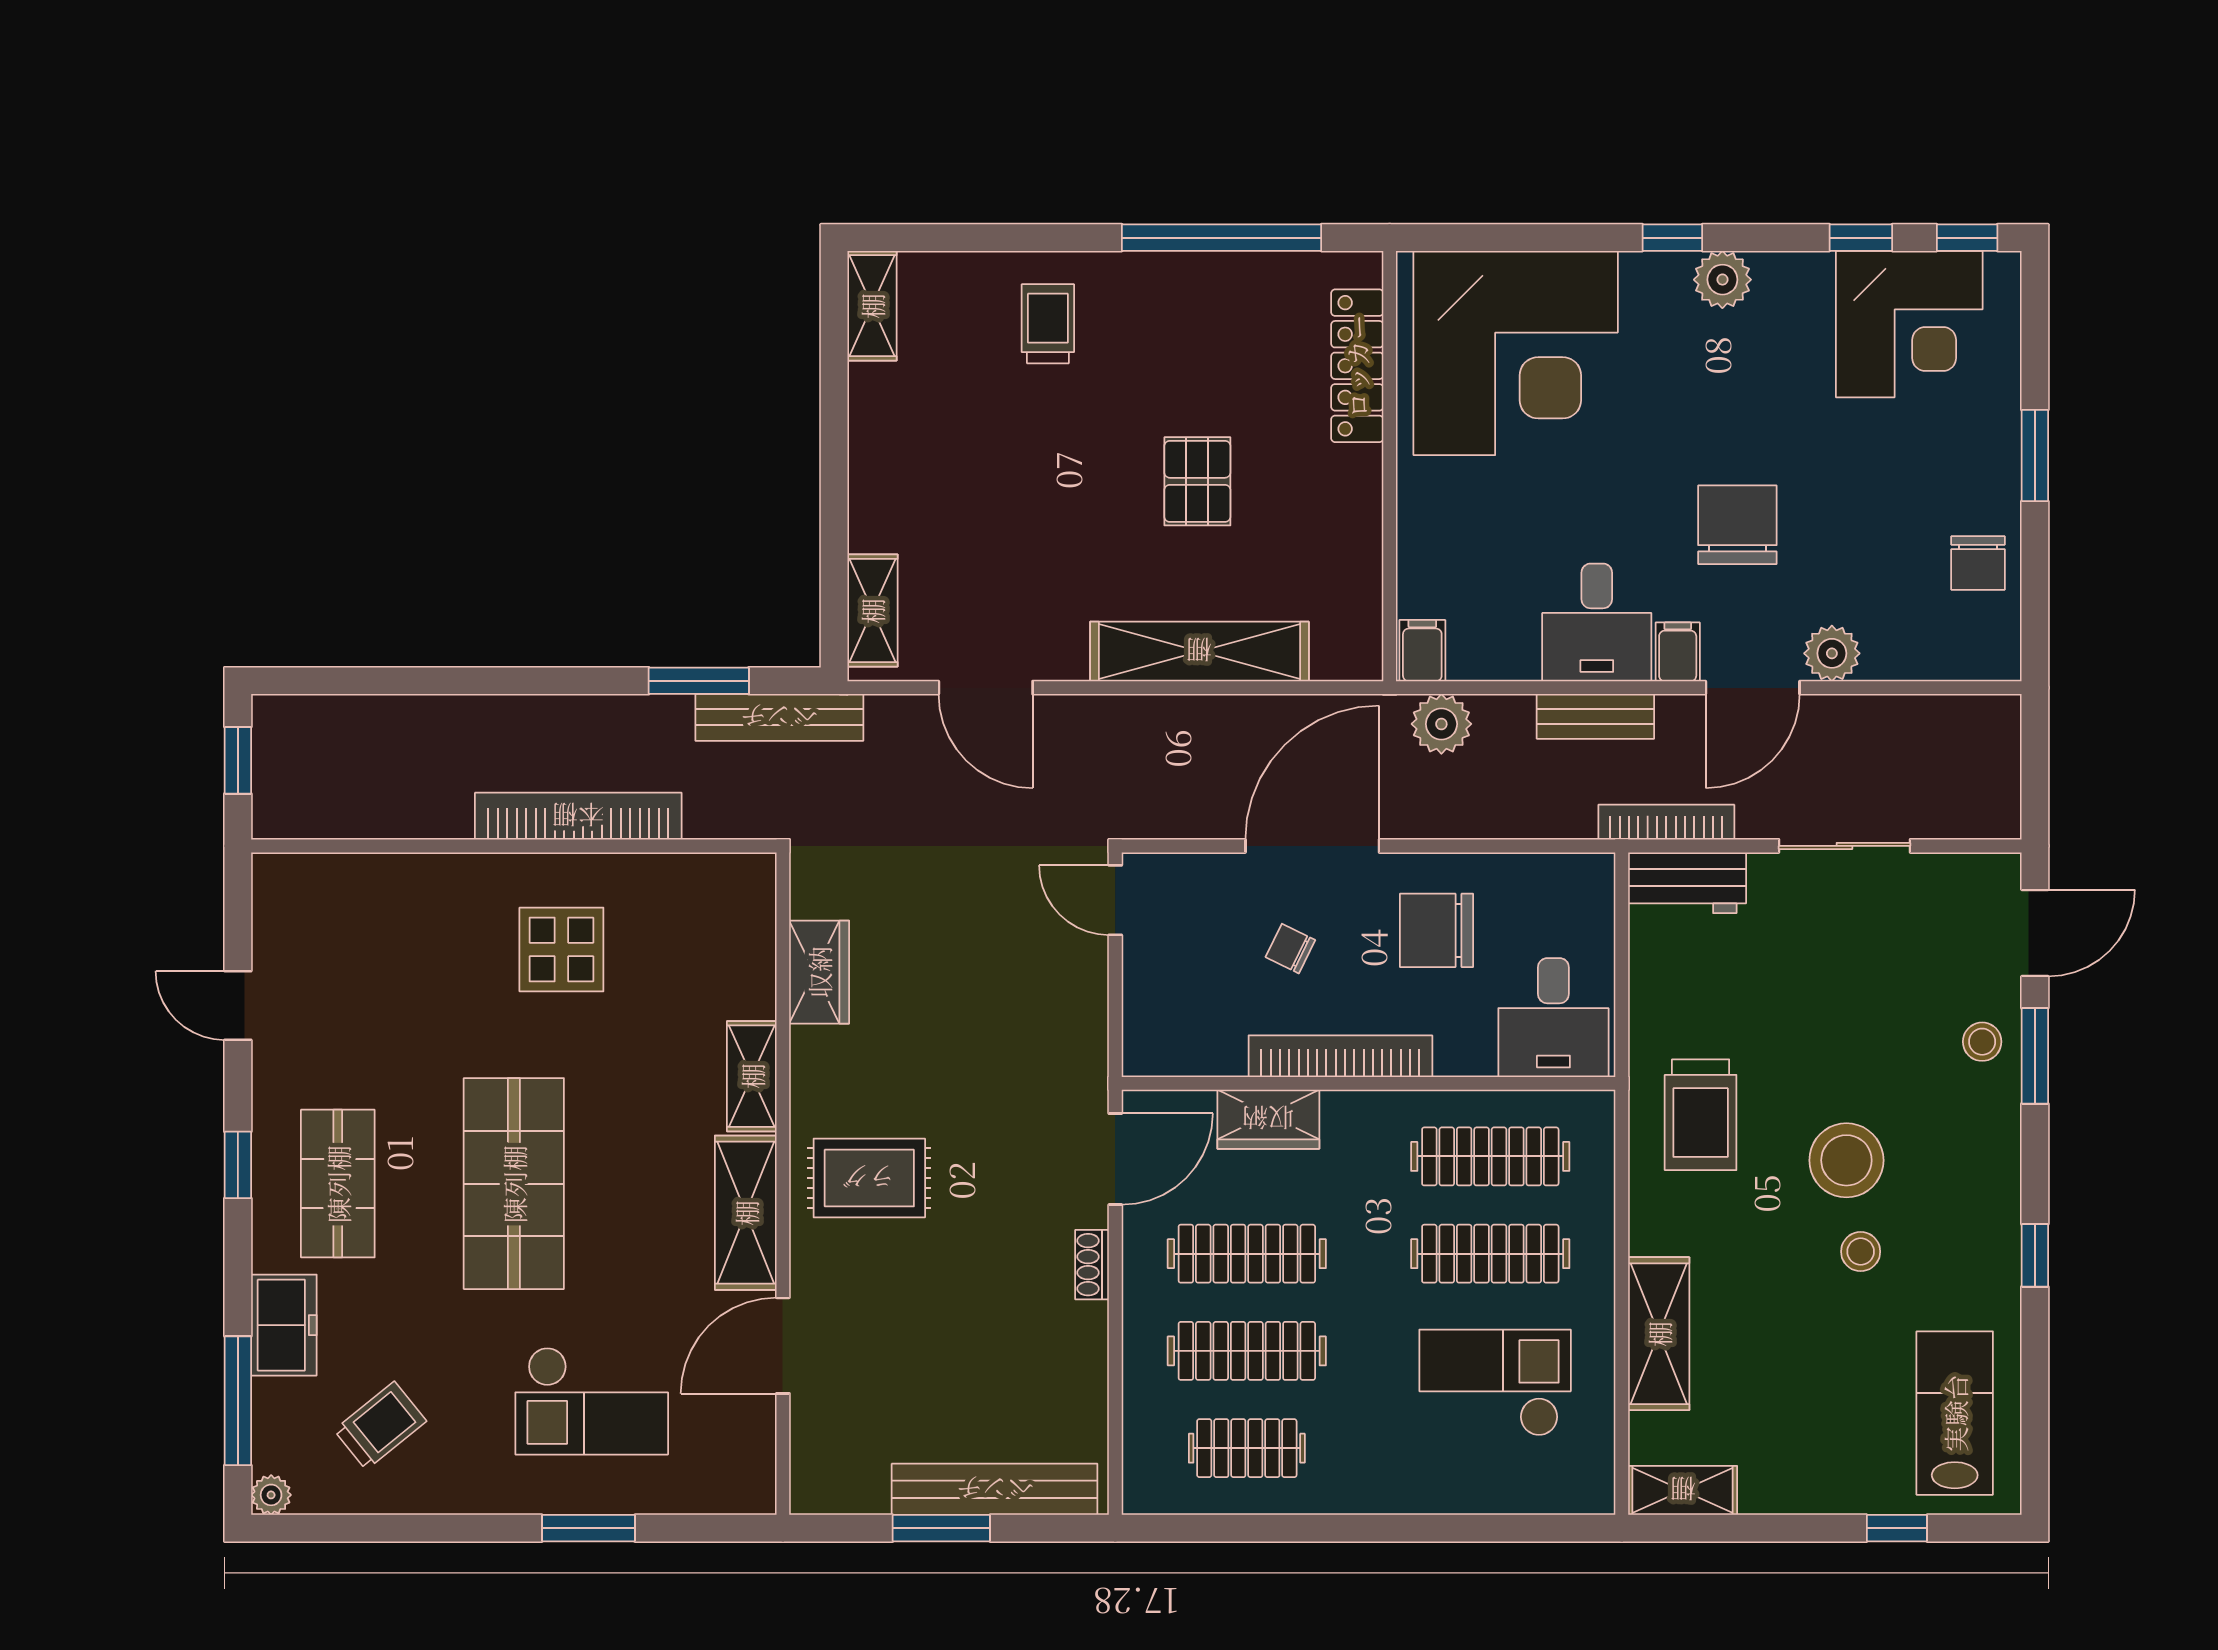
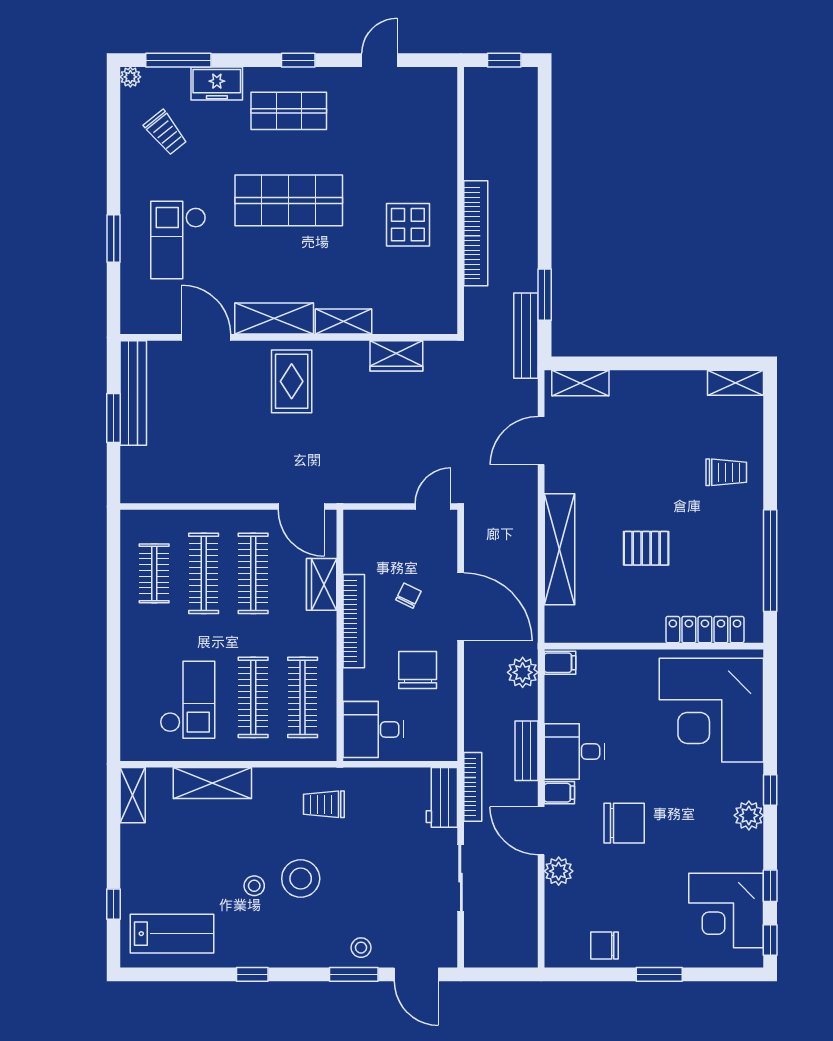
trolley: (1701, 1115) -> (324, 804), width x0.73, depth x0.72
shoe rack: (1092, 1265) -> (248, 495), removed
bench: (995, 1489) -> (133, 393), moved

